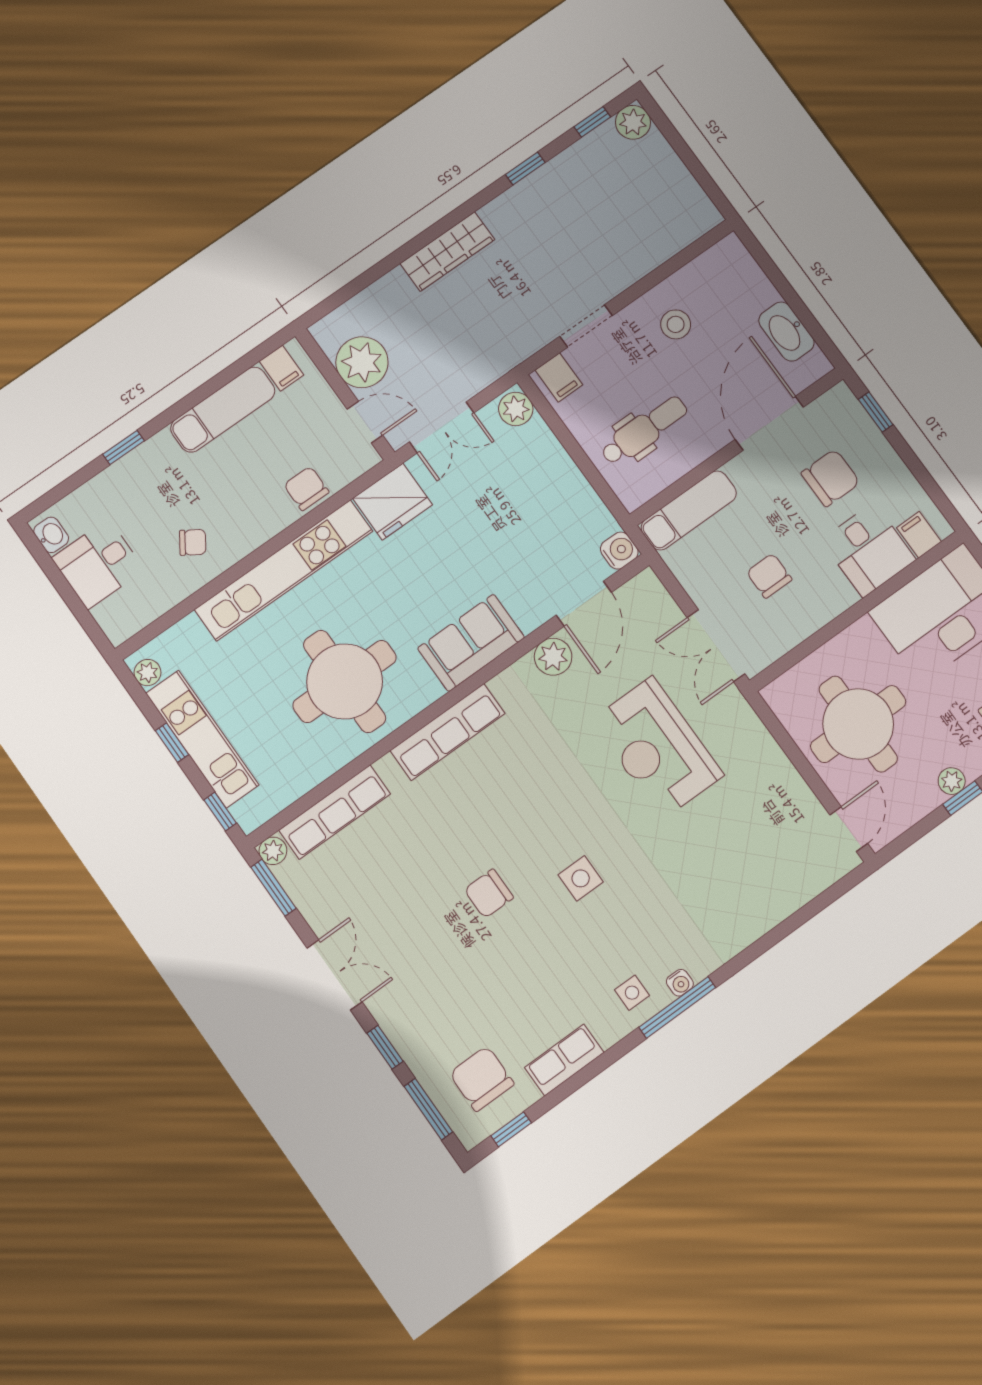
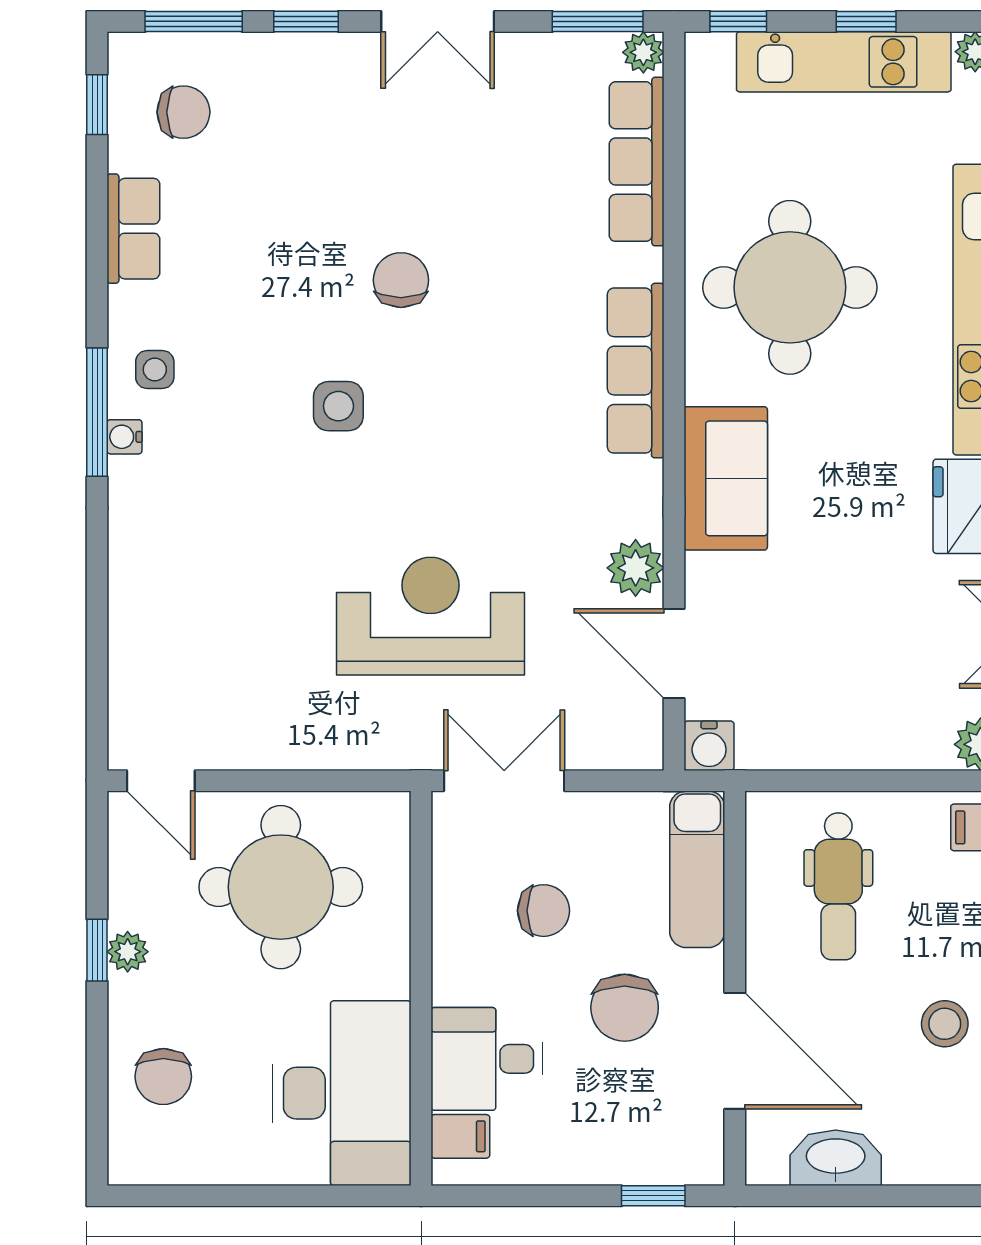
chair: (831, 478) -> (625, 1008), moved
chair: (482, 1079) -> (183, 112), width x0.73, depth x0.73

